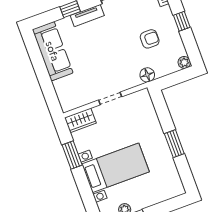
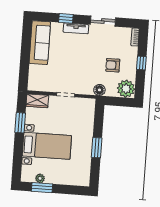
armchair: (150, 39) -> (113, 65), turned 180
plant: (184, 62) -> (126, 89), width x1.87, depth x1.87

